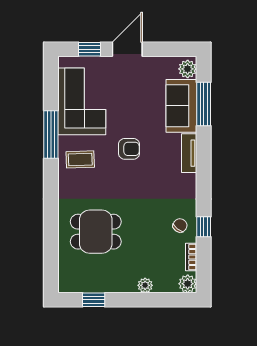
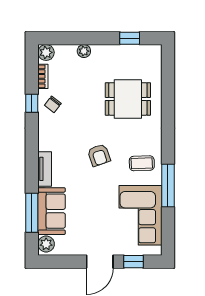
armchair: (129, 149) -> (99, 155), moved, turned -109

